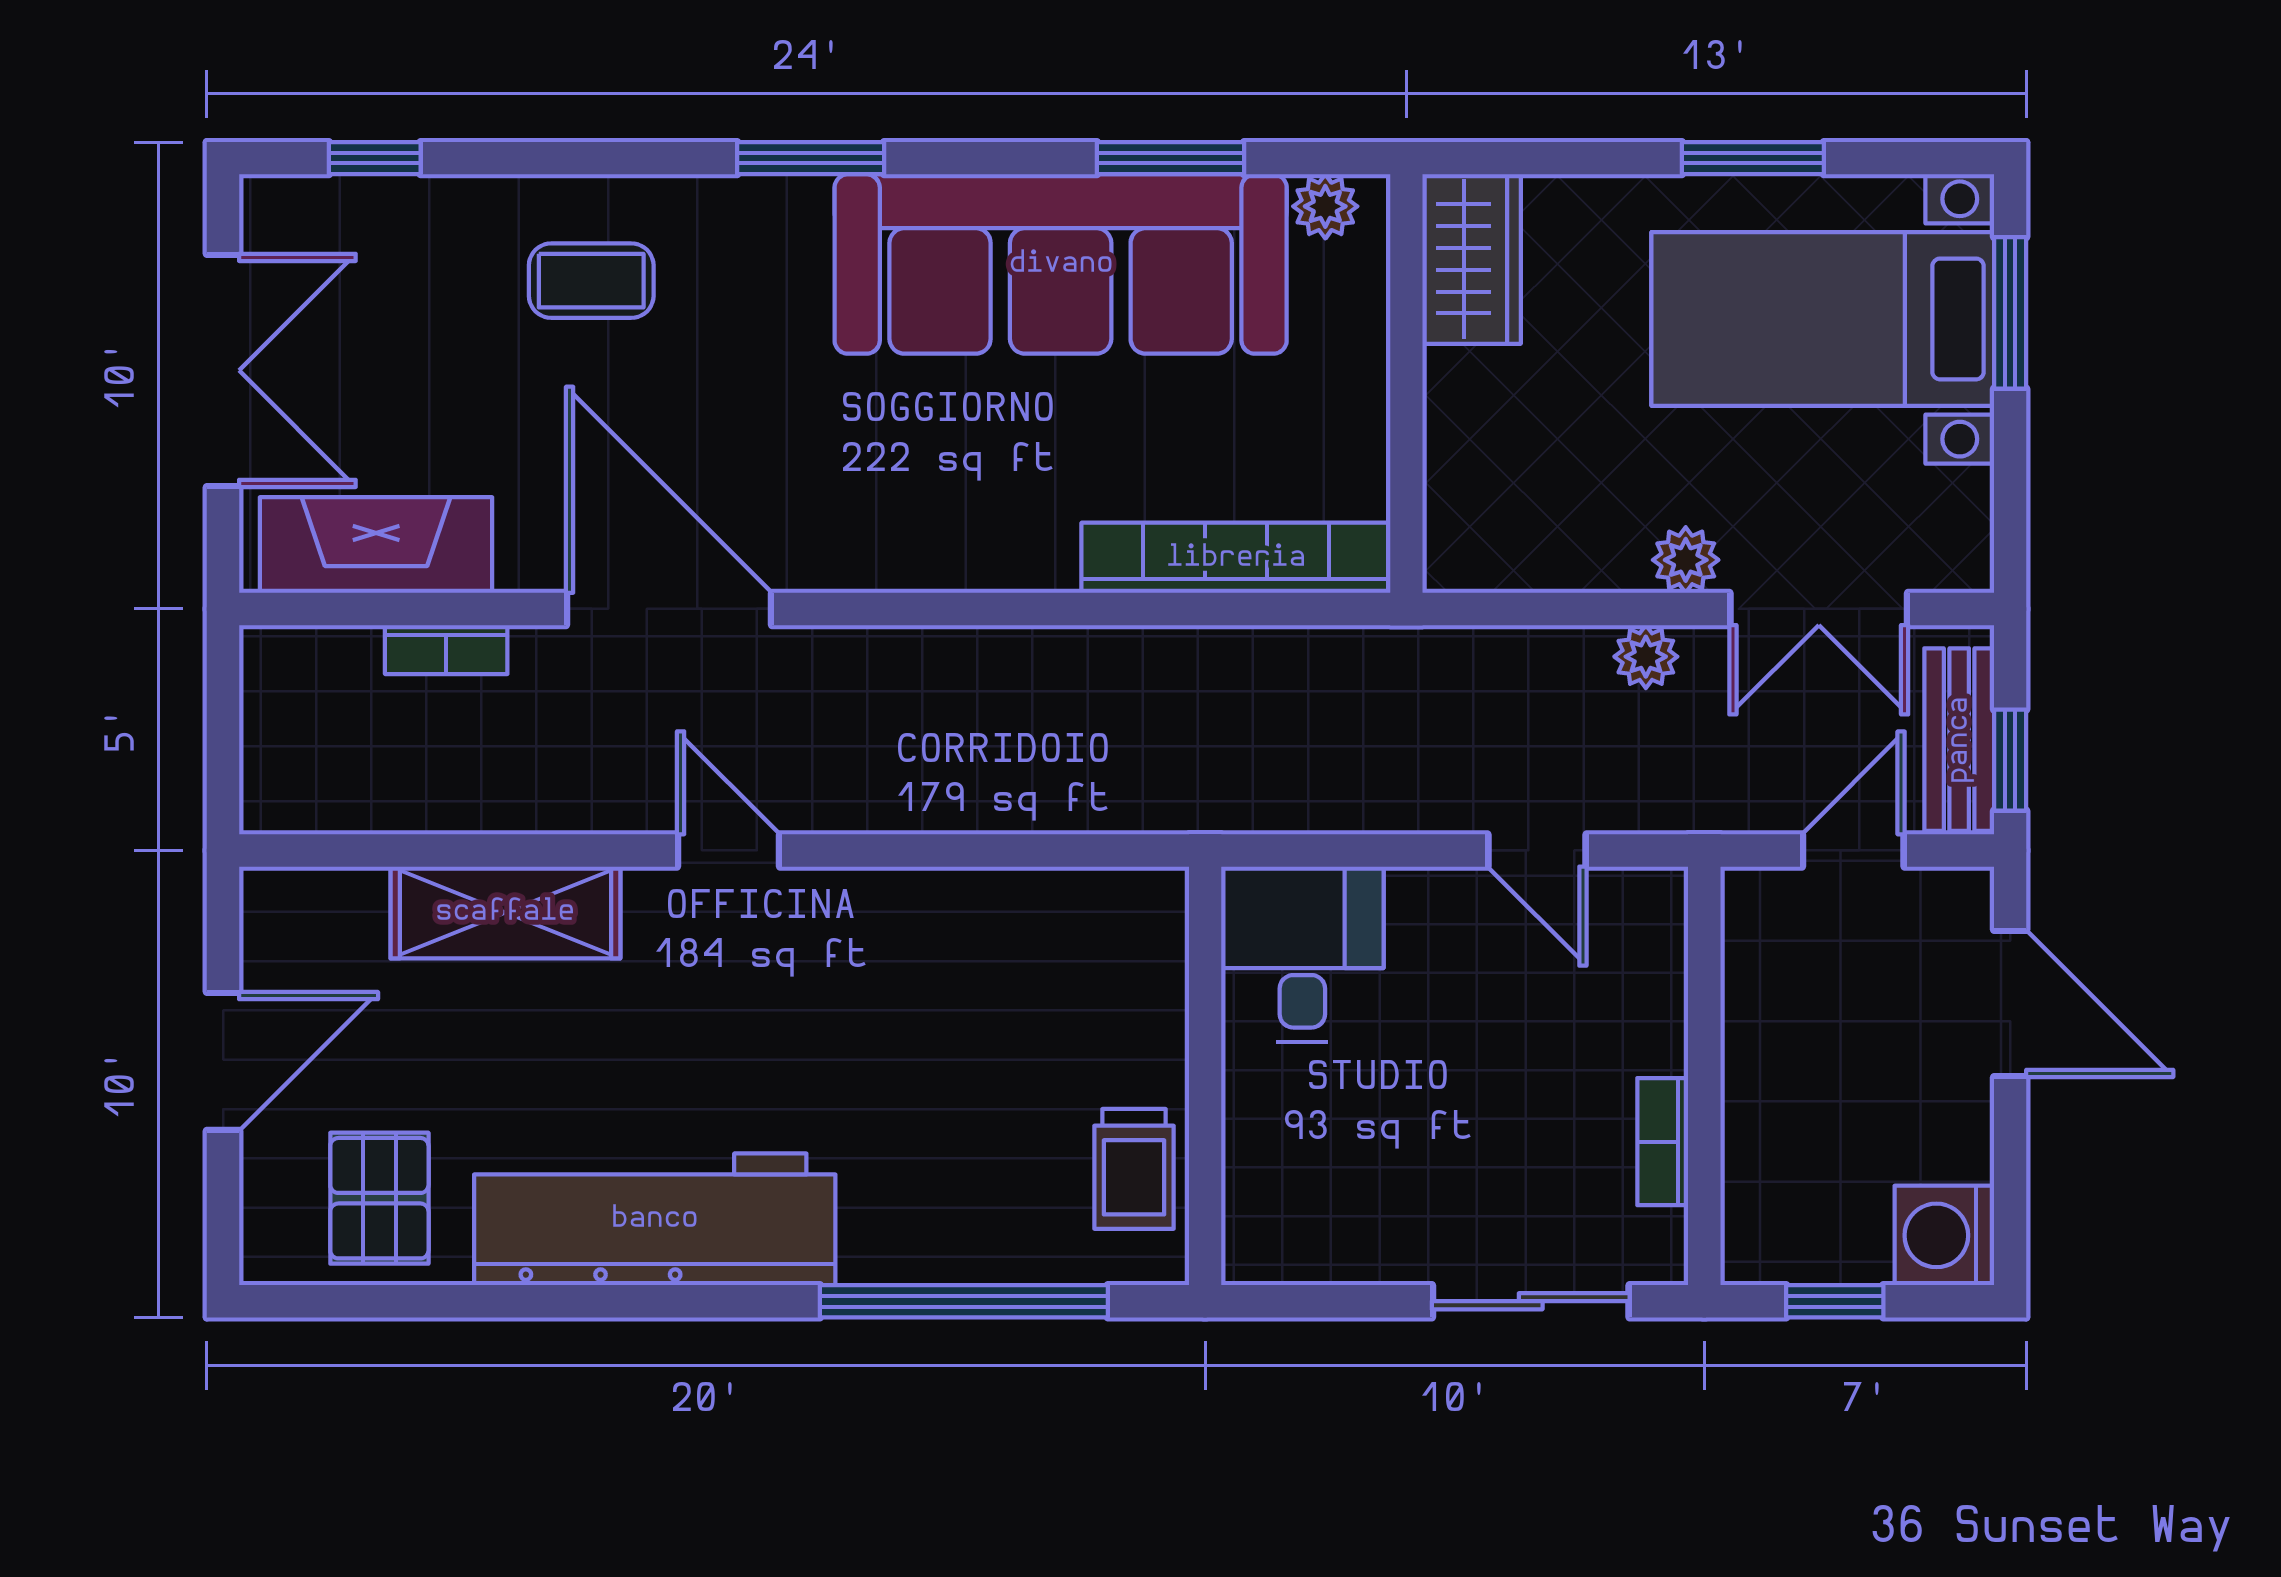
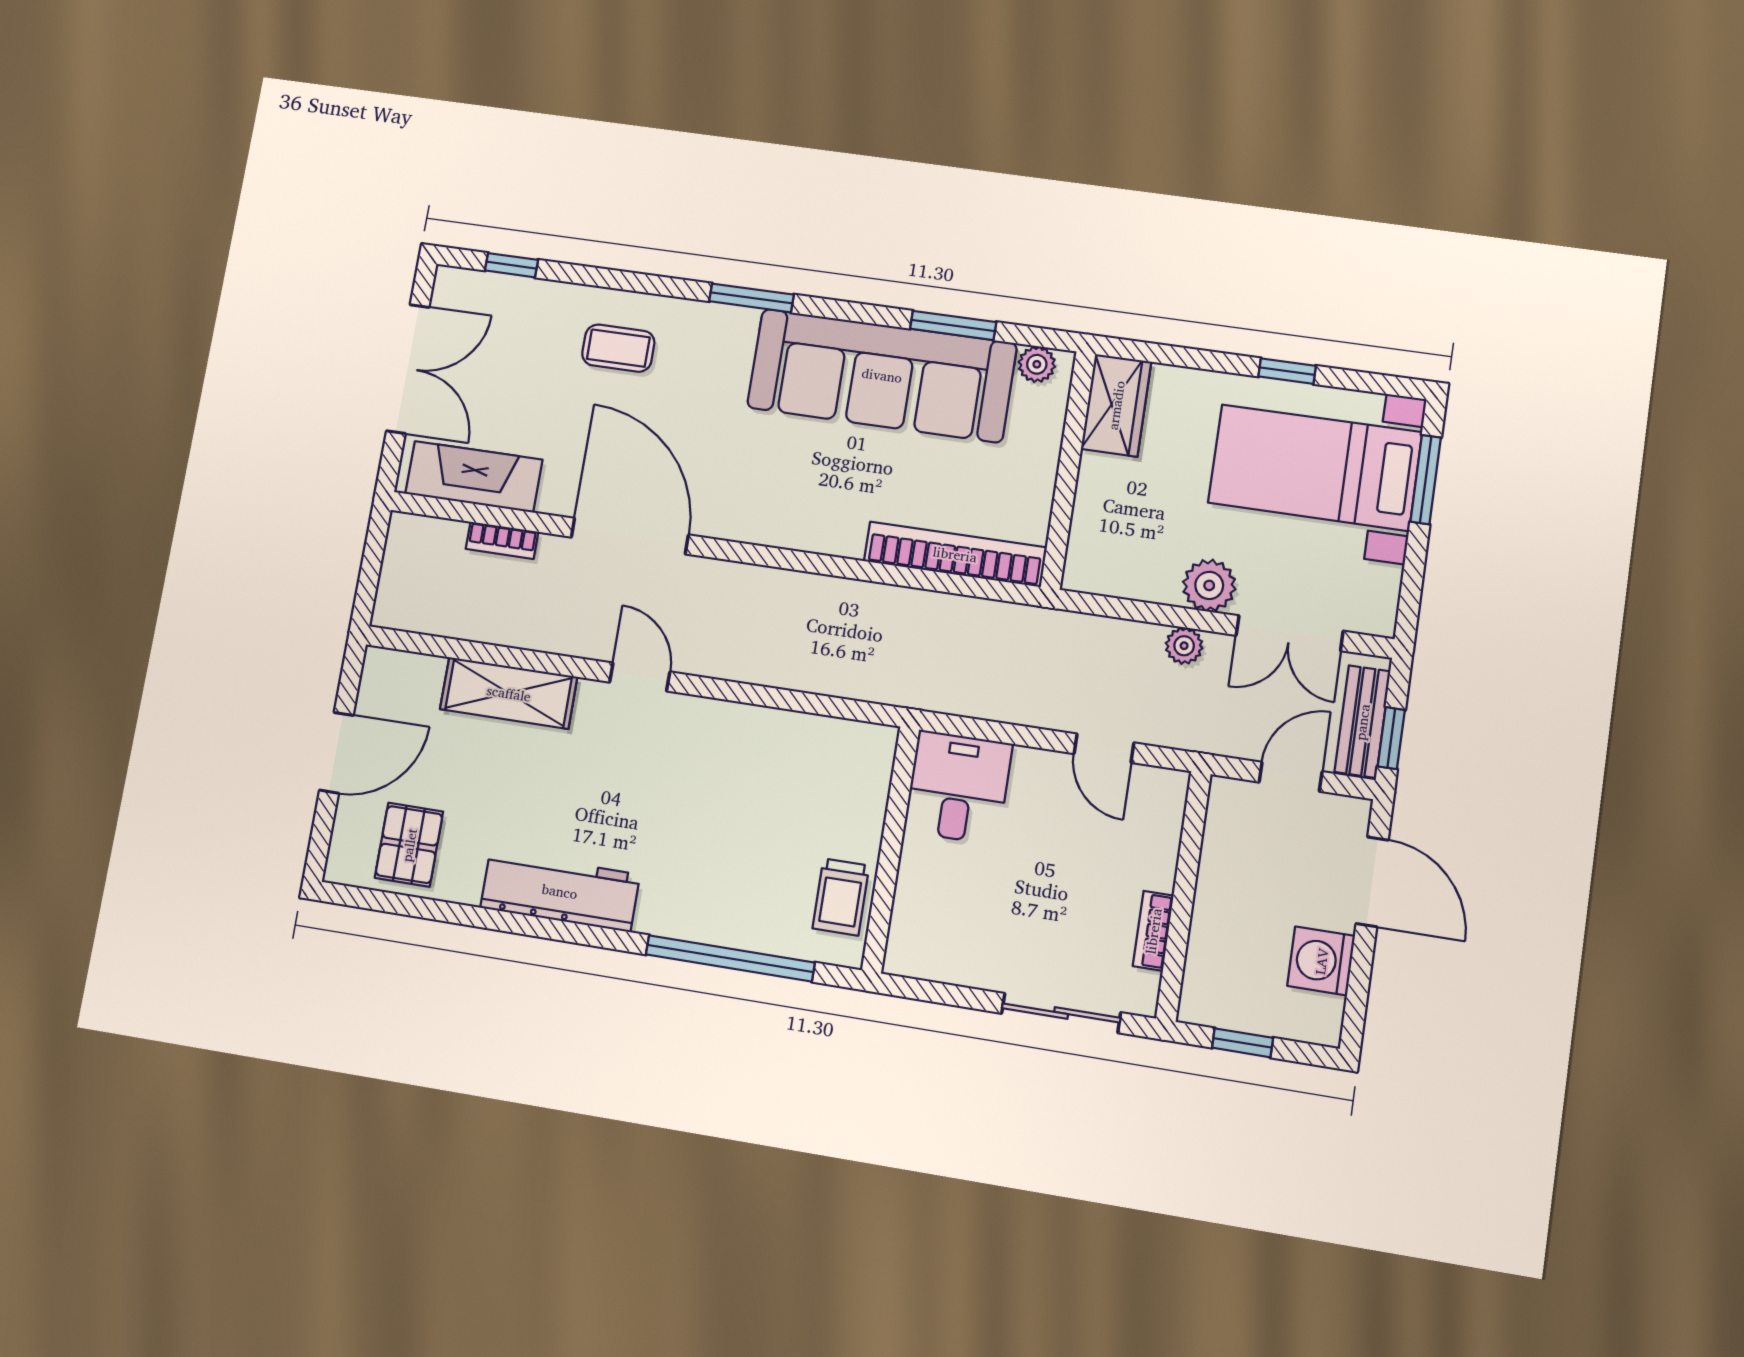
window: (1753, 158) -> (1287, 371), width x0.67
plant: (1686, 560) -> (1209, 585), width x1.38, depth x1.38
workbench: (655, 1219) -> (560, 891), width x0.73, depth x0.76
washing machine: (1944, 1235) -> (1321, 961), moved

